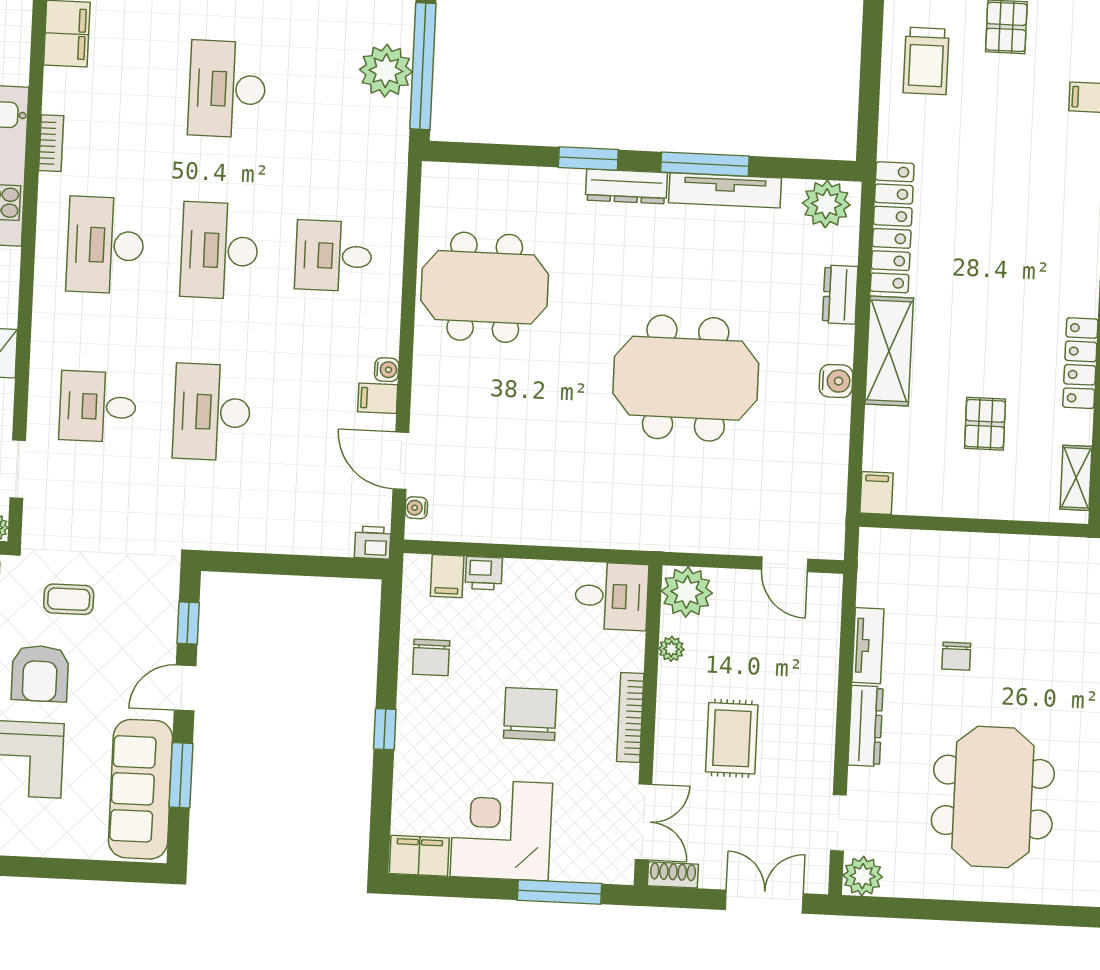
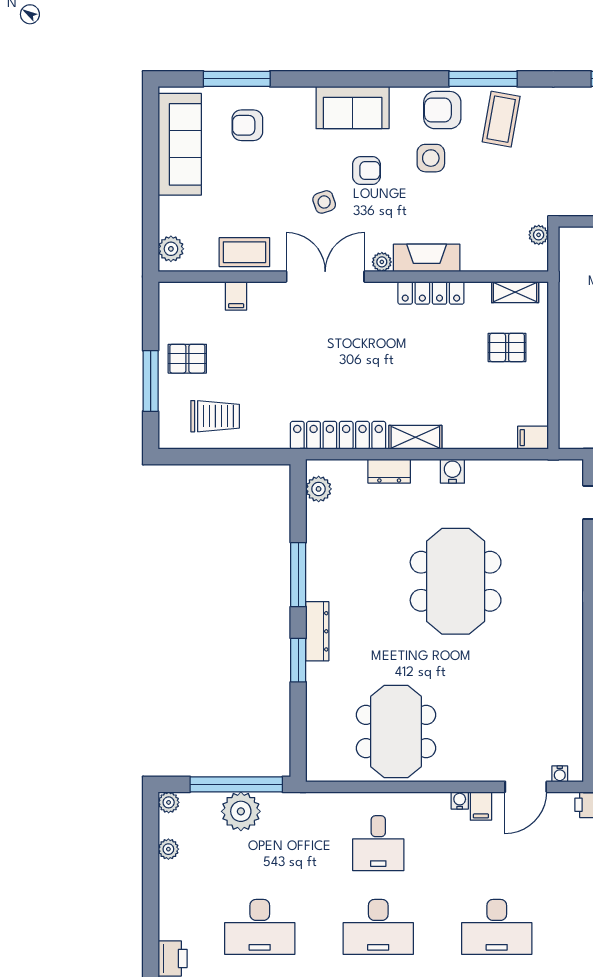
tv unit: (725, 190) -> (317, 559), removed
plant: (826, 204) -> (319, 489), width x0.73, depth x0.73
shelving: (889, 351) -> (415, 437), width x0.67, depth x0.75
pallet: (985, 424) -> (507, 347), moved

